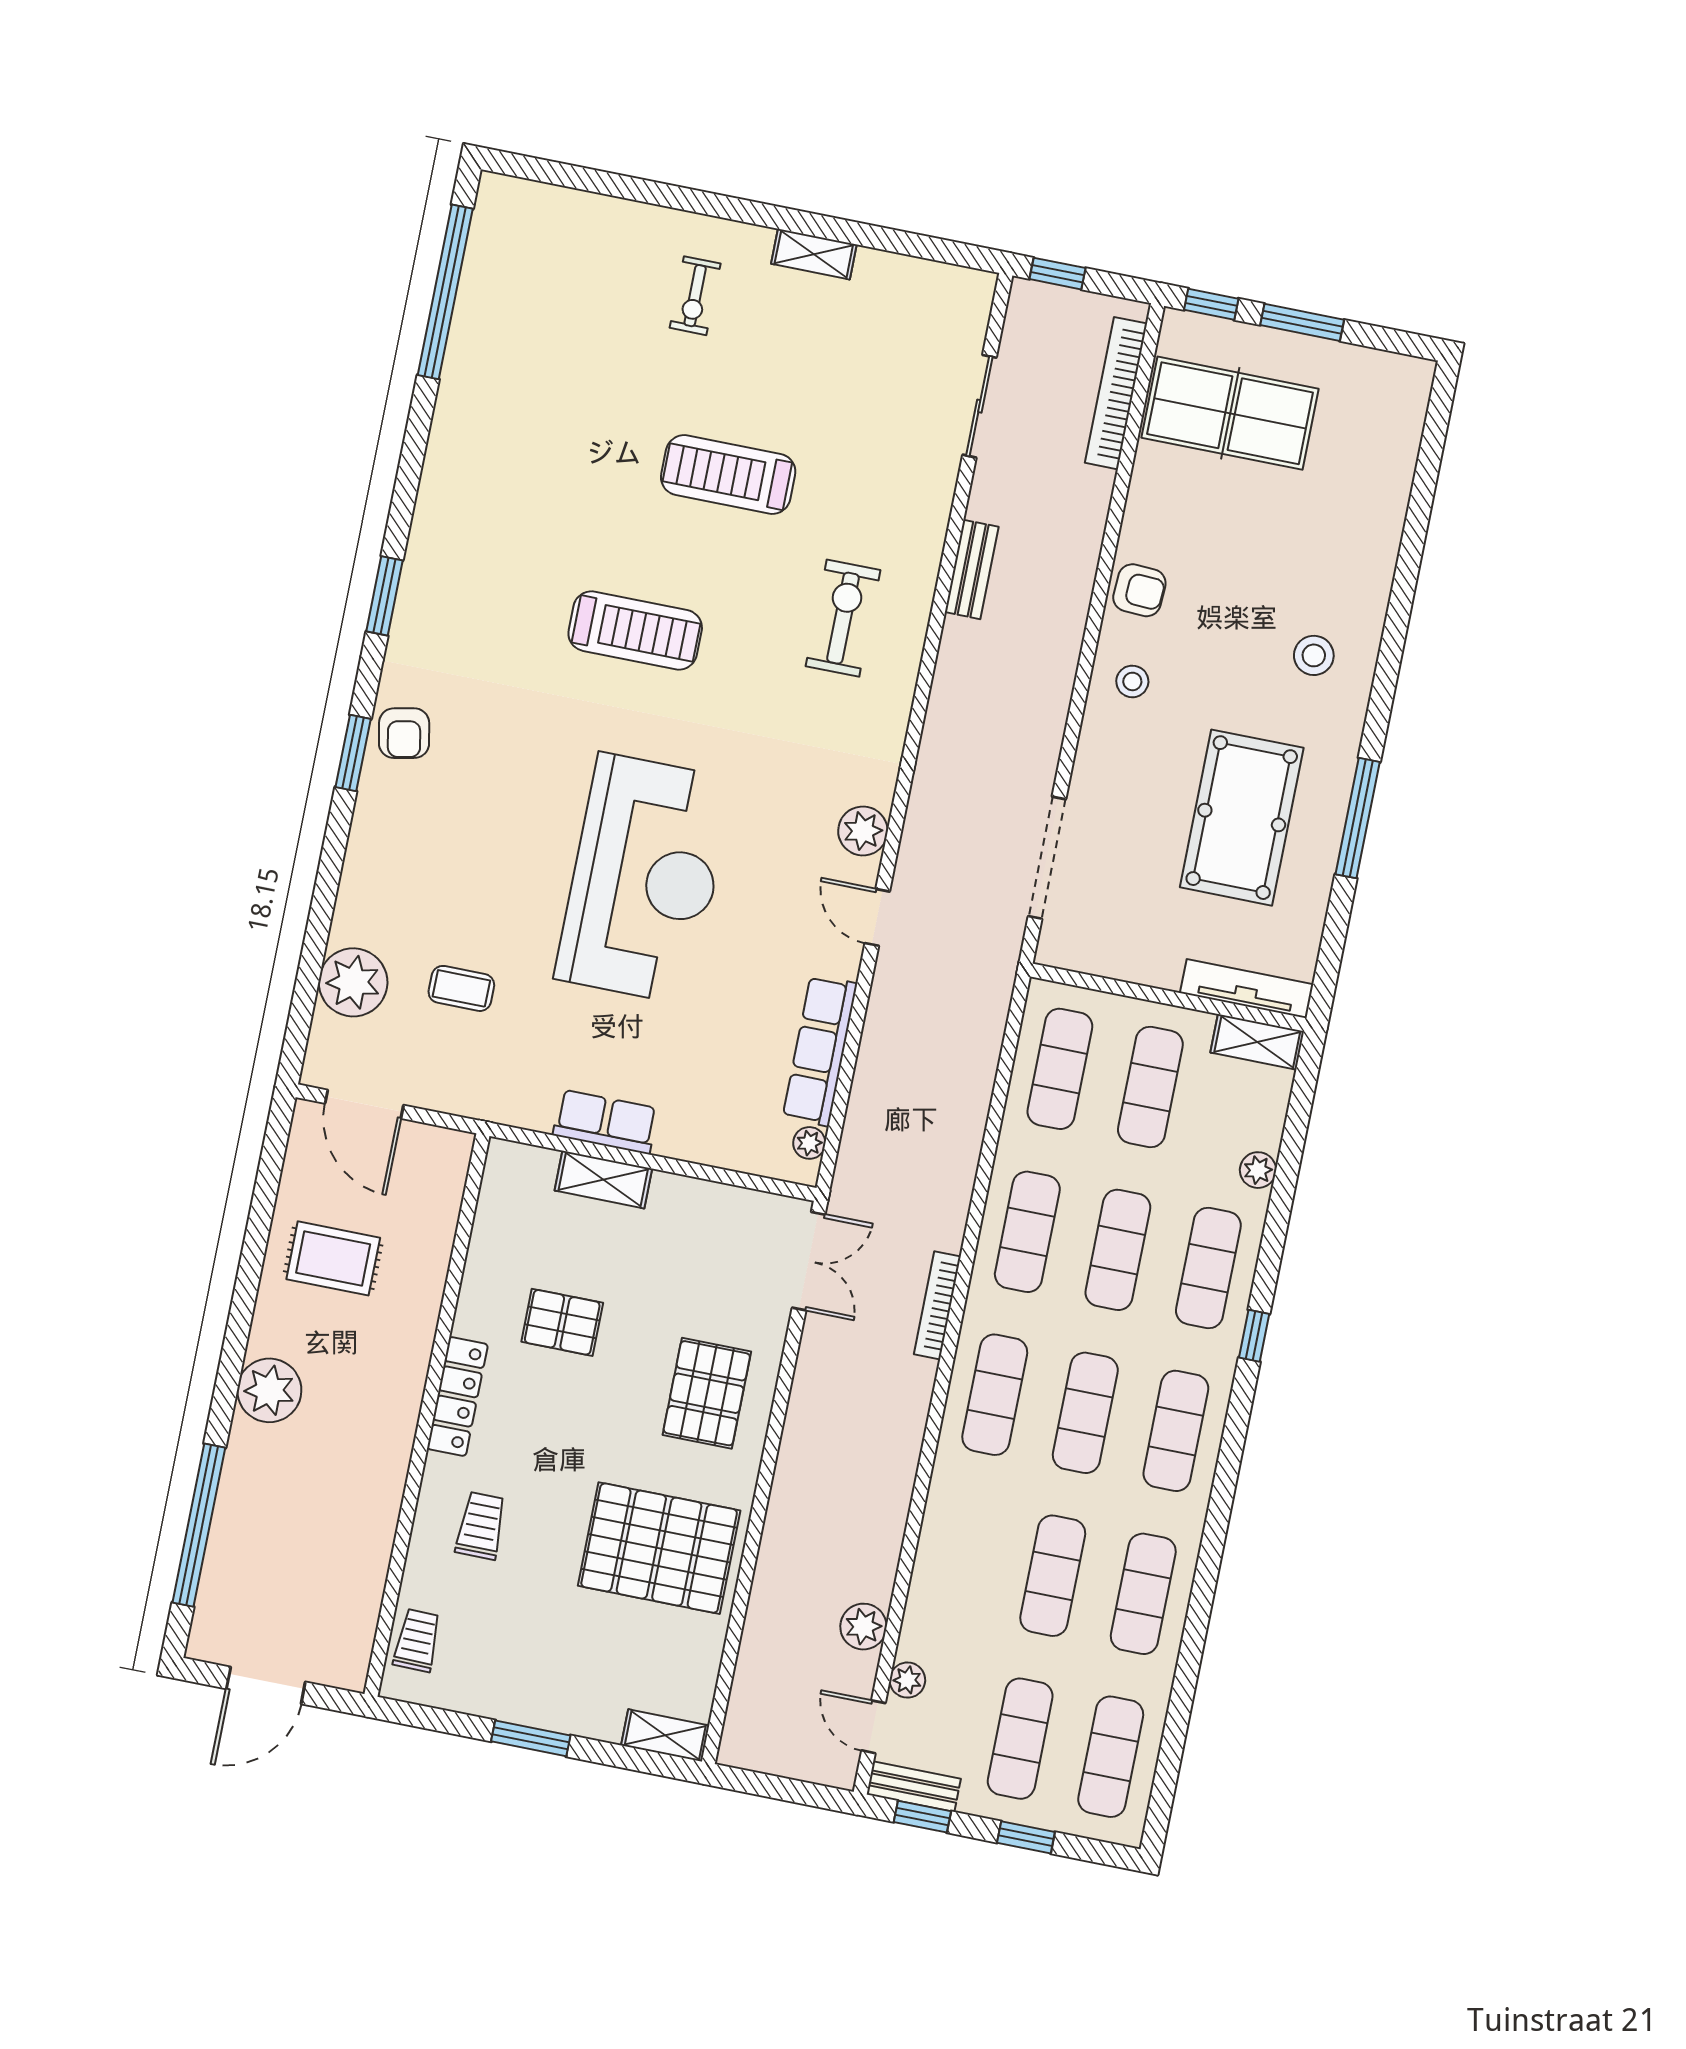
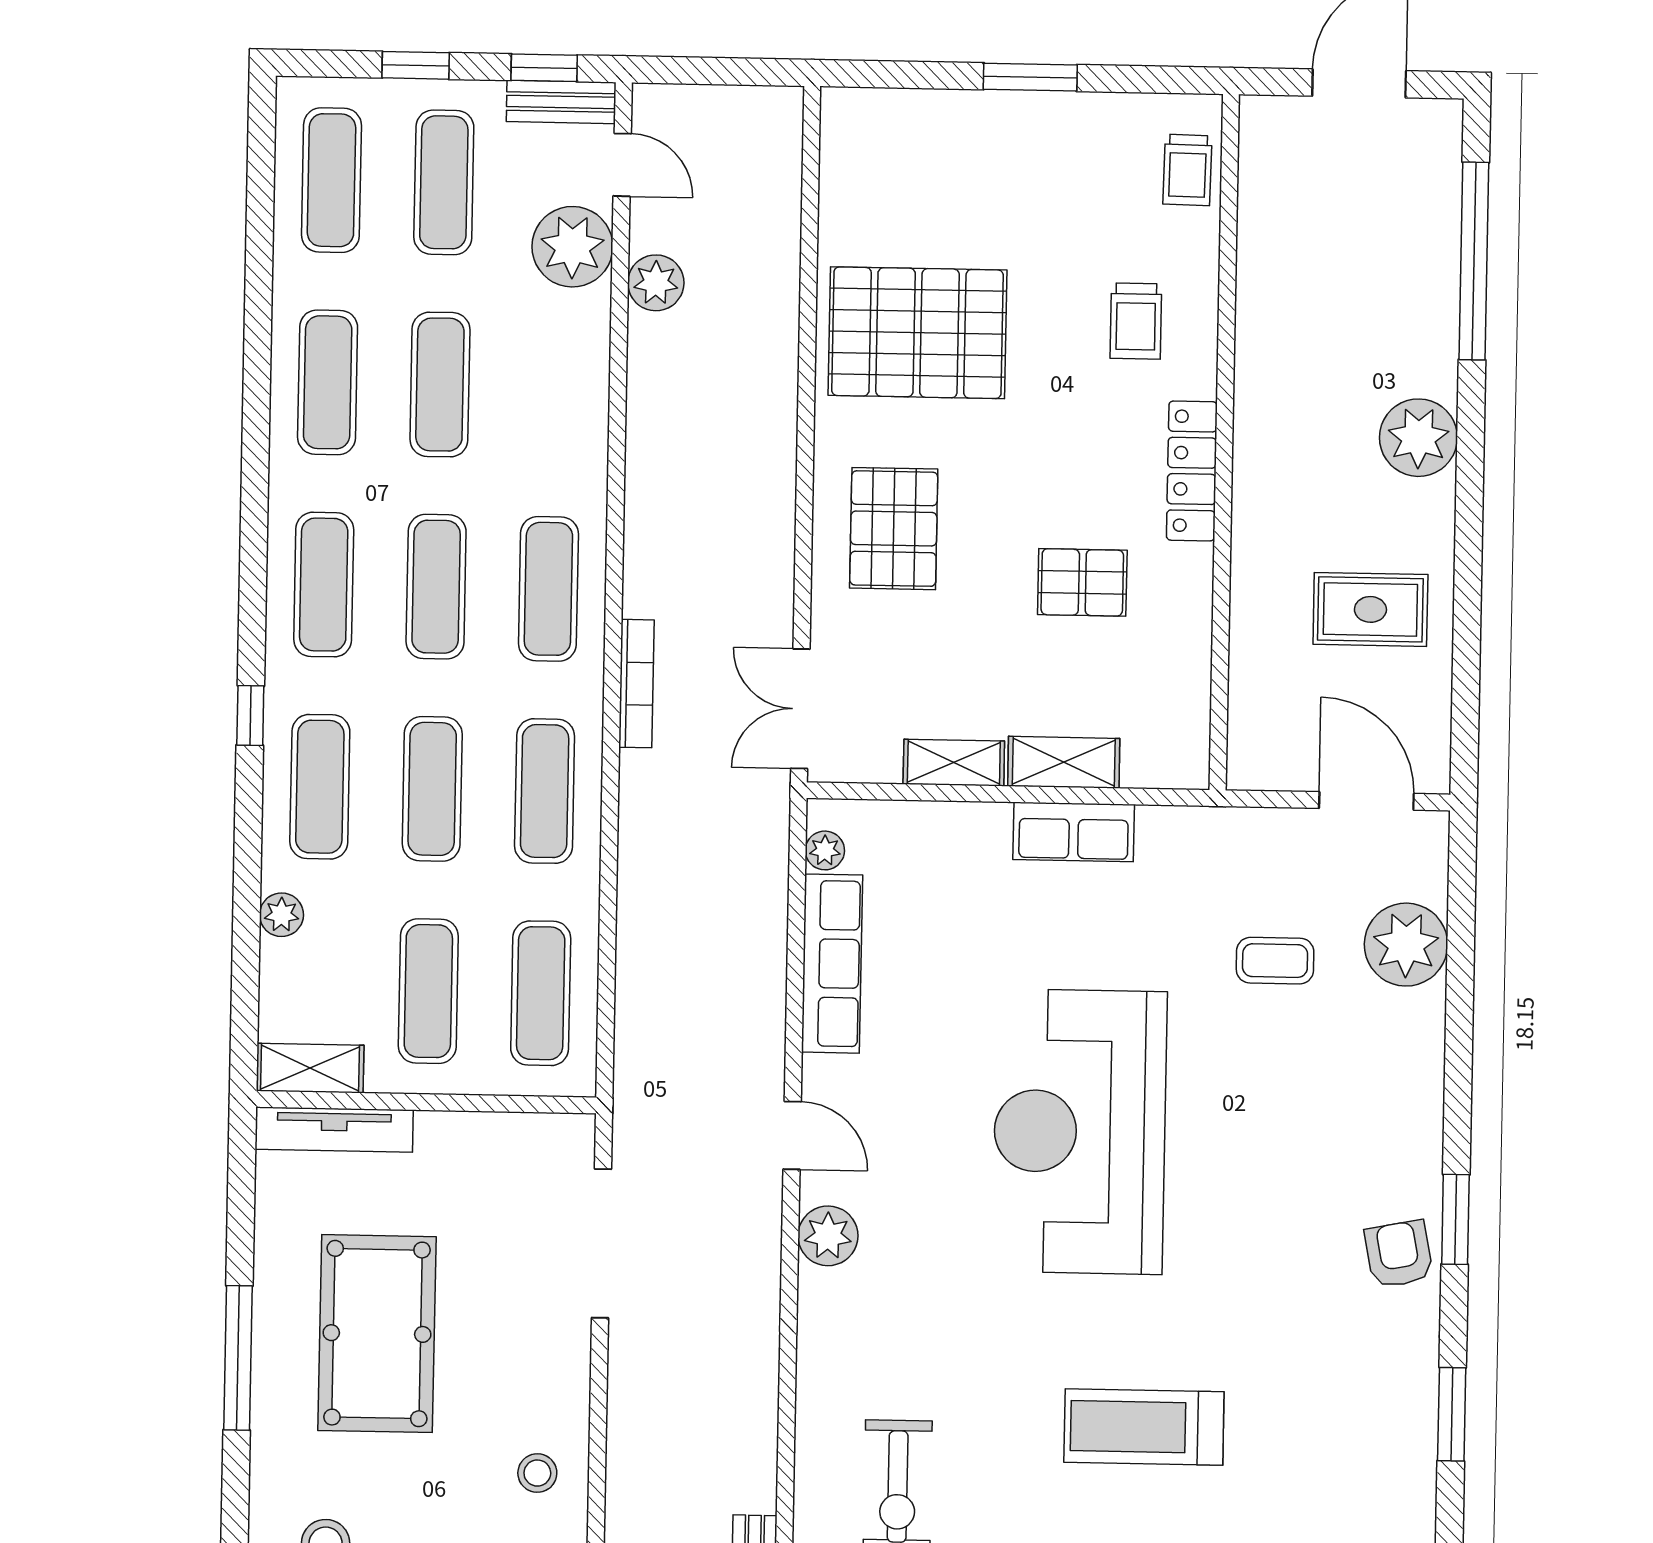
plant: (907, 1680) -> (572, 247), width x1.88, depth x1.88
shelving: (665, 1735) -> (954, 763), moved

